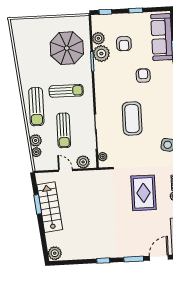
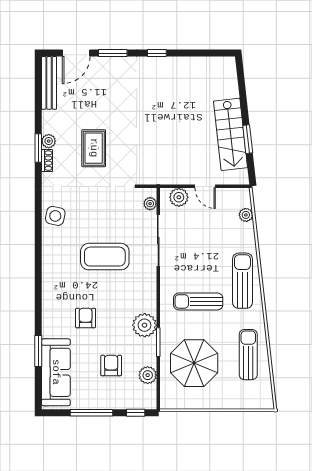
window: (136, 10) -> (92, 413), width x2.17
plant: (101, 54) -> (145, 325), moved
armchair: (143, 76) -> (86, 318), turned 180
coffee table: (132, 119) -> (105, 257), turned 90
sun lounger: (64, 130) -> (248, 355), moved
plant: (36, 140) -> (246, 232), removed
rug: (144, 193) -> (94, 148), width x0.73, depth x0.70
plant: (55, 253) -> (227, 67), removed

